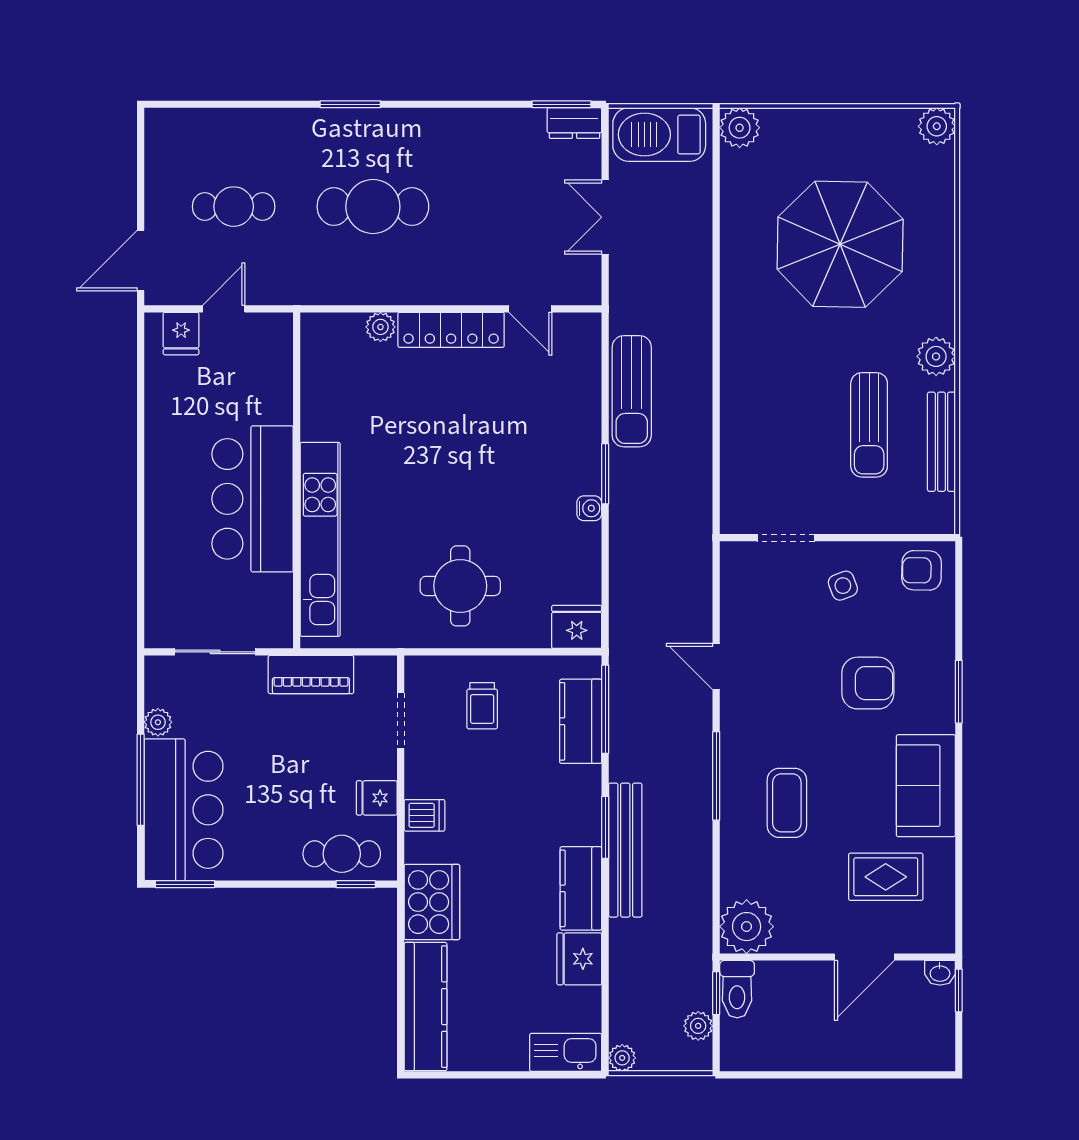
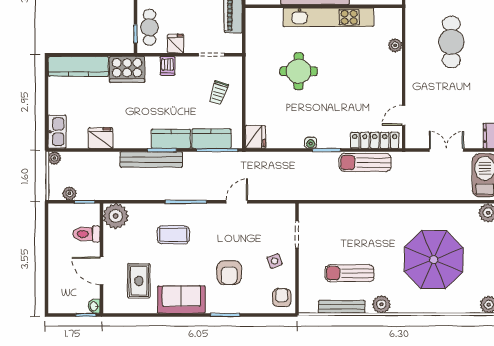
locker: (451, 330) -> (375, 140), moved, turned 90
kitchen unit: (320, 539) -> (328, 17), moved
round table: (460, 586) -> (299, 71), moved
trolley: (482, 706) -> (219, 93), turned -72
kitchen counter: (581, 888) -> (171, 139), moved
toilet: (737, 989) -> (86, 234), moved

